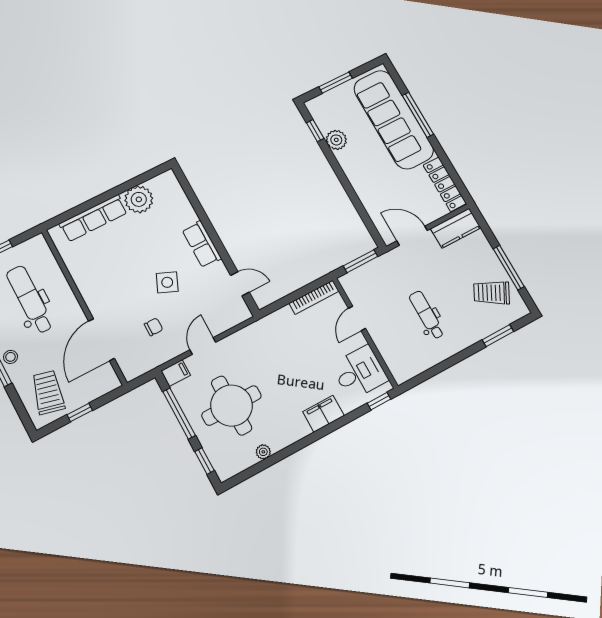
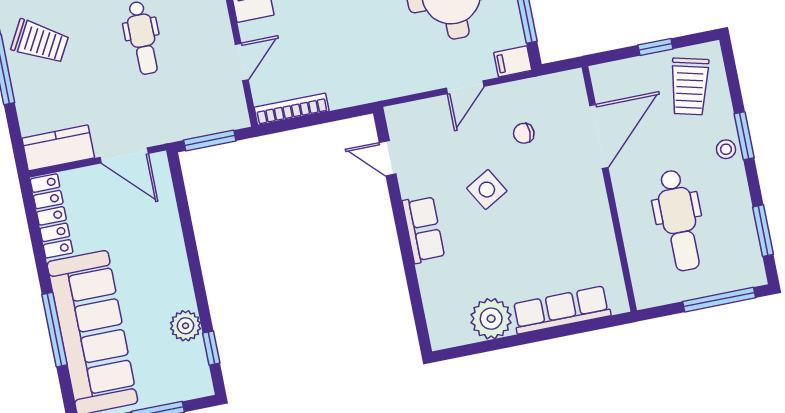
side table: (167, 282) -> (487, 190), turned 37

